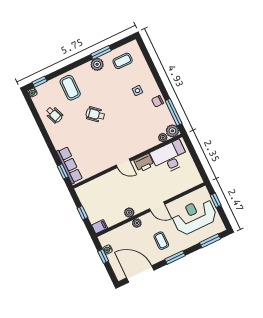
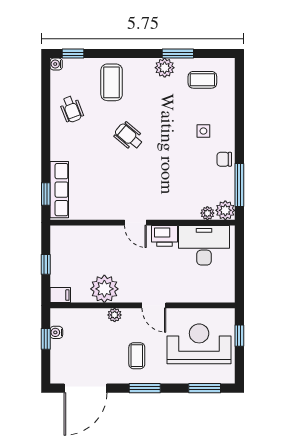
plant: (129, 213) -> (104, 289), width x1.87, depth x1.87
door: (140, 274) -> (86, 388), swing flipped

